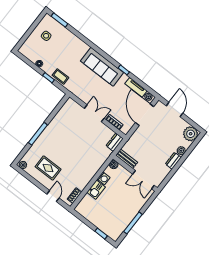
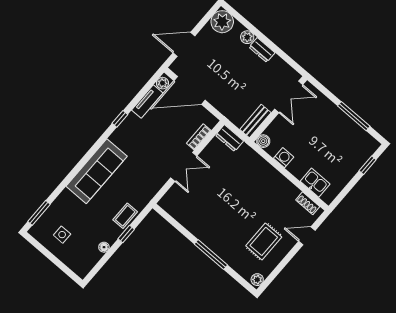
sofa: (102, 67) -> (97, 171), moved
double door: (94, 113) -> (184, 167), swing flipped
kitchen sink: (96, 190) -> (315, 183), moved

